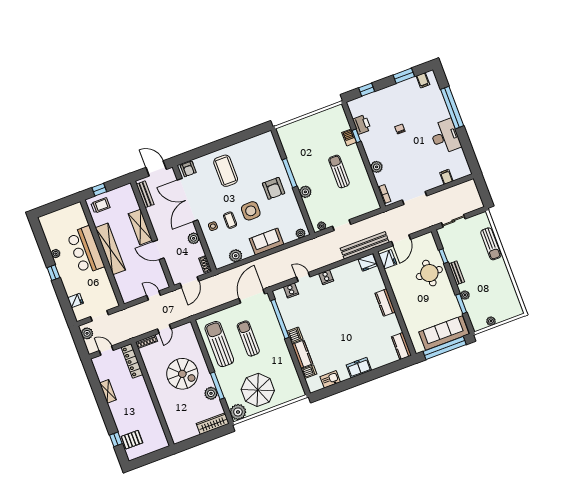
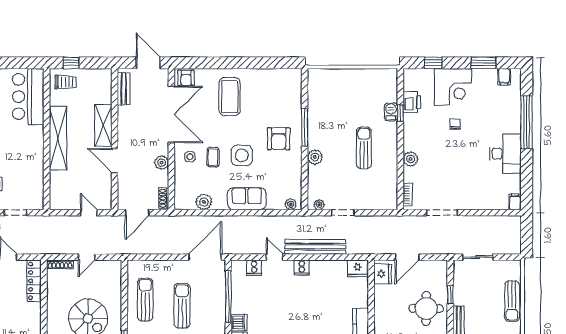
corner desk: (388, 102) -> (453, 87), added
filing cabinet: (446, 177) -> (515, 202), moved
double door: (188, 200) -> (171, 114), swing flipped
bench: (365, 245) -> (315, 247), moved
bar counter: (86, 250) -> (28, 97), moved
sun lounger: (219, 344) -> (145, 300), width x0.73, depth x0.75

